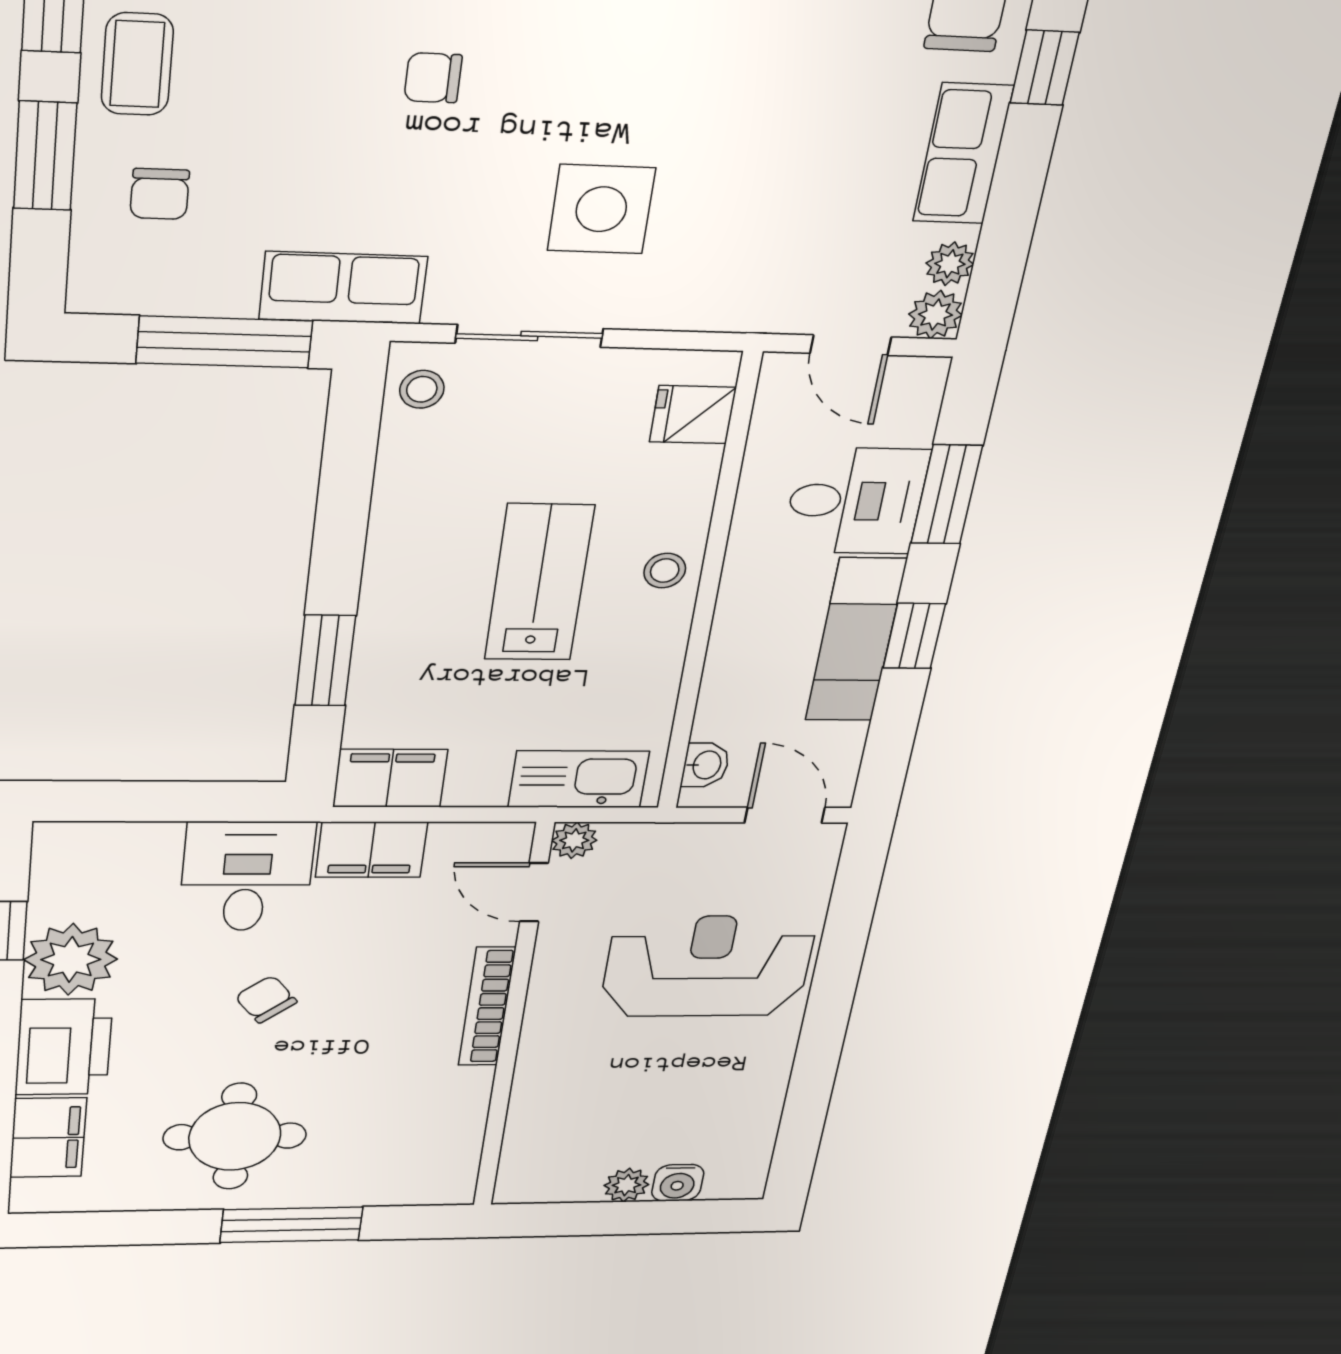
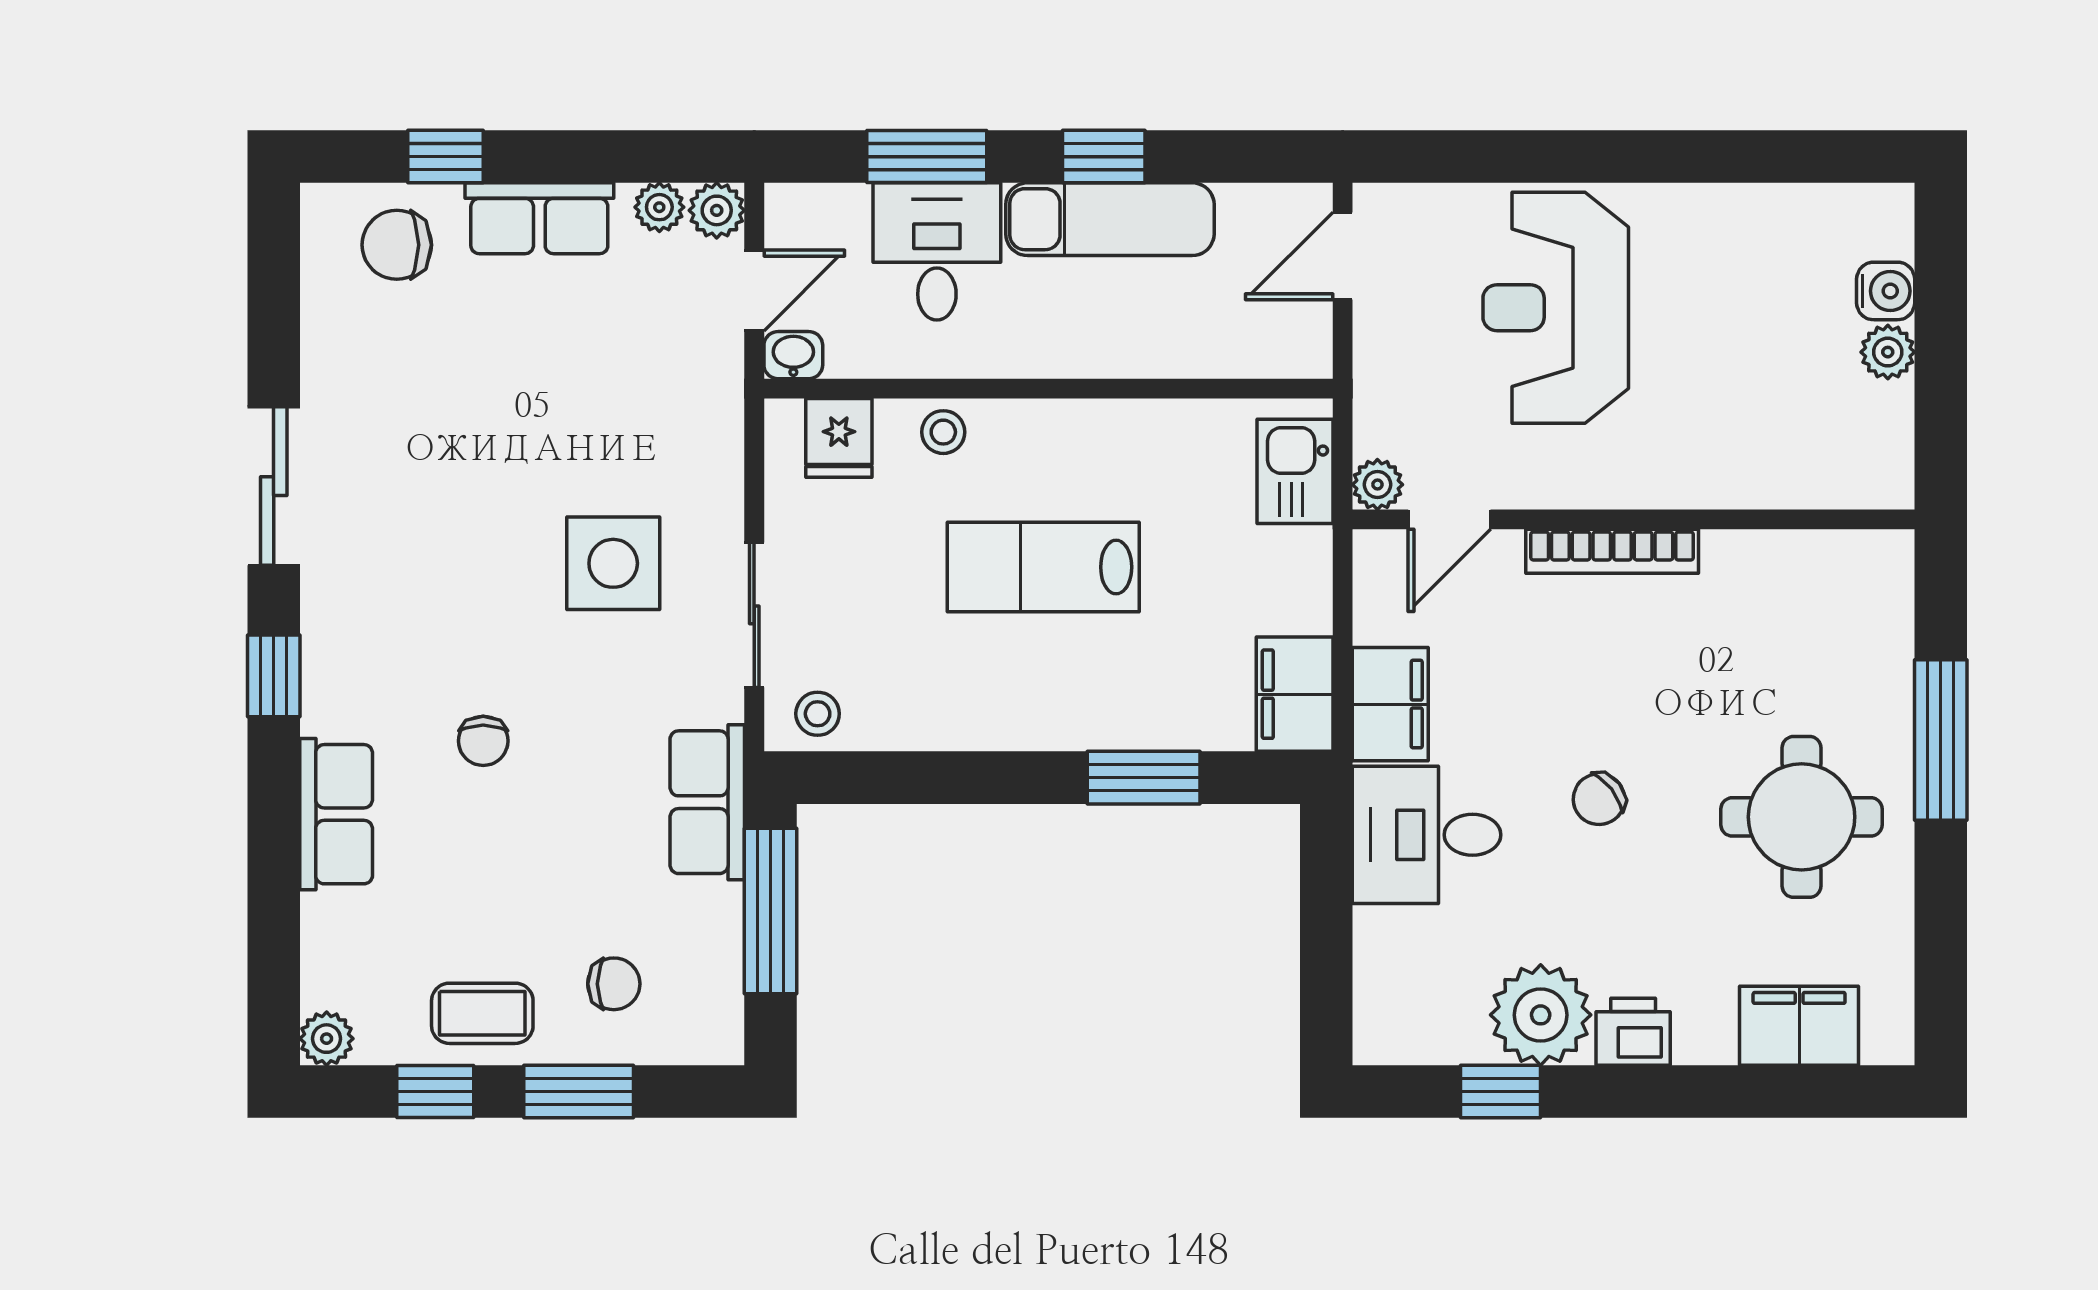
stool: (665, 571) -> (943, 432), moved
washbasin: (706, 765) -> (793, 355), moved
kitchen sink: (579, 779) -> (1295, 471), width x0.73
printer: (64, 1047) -> (1633, 1032), width x0.53, depth x0.68

